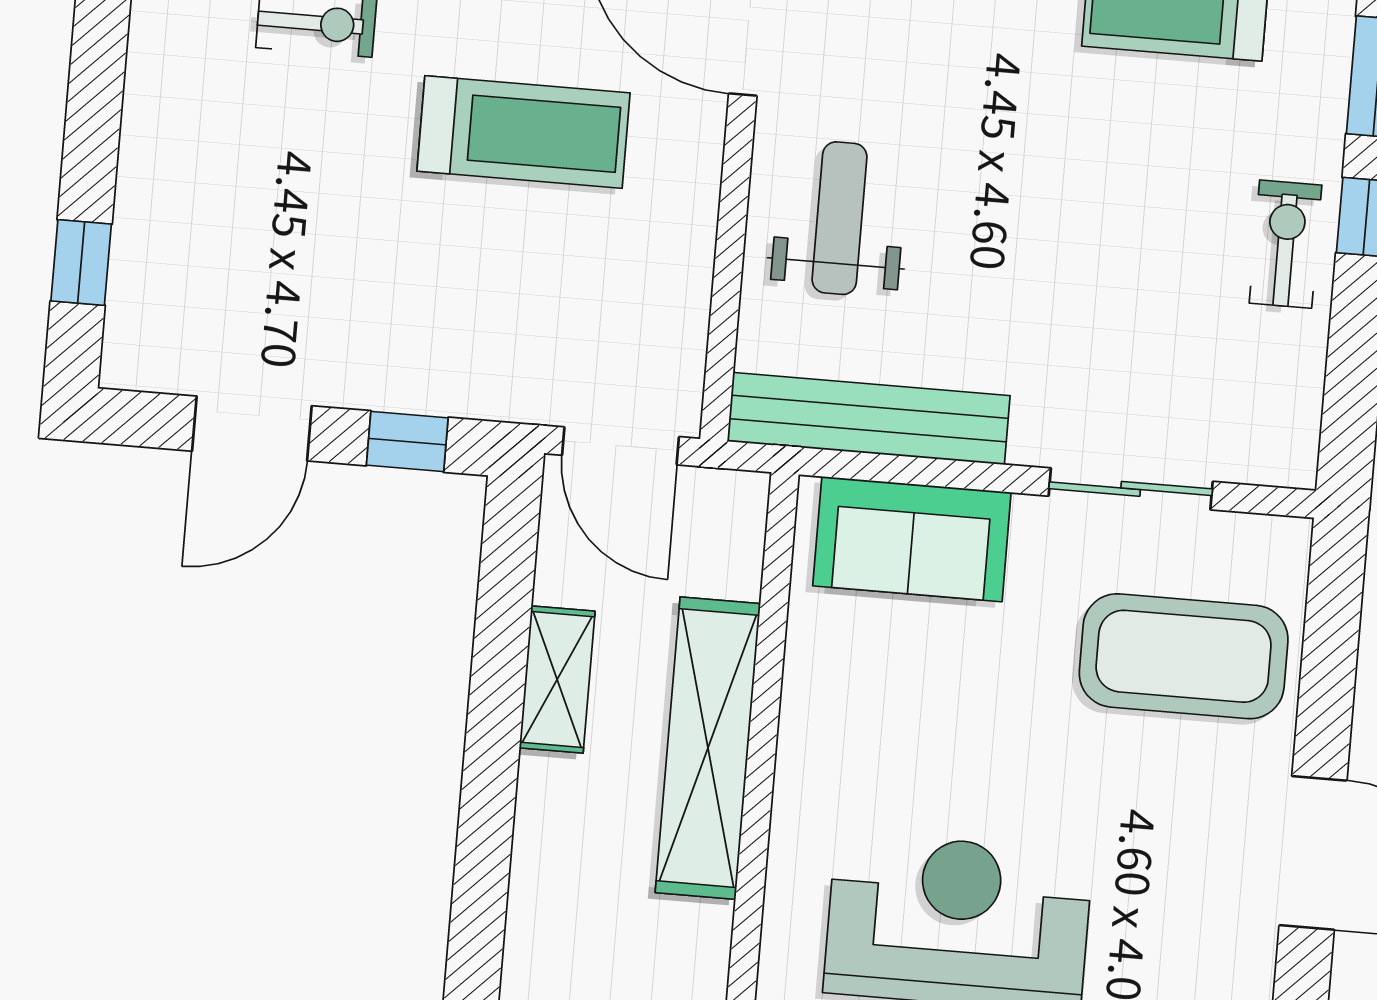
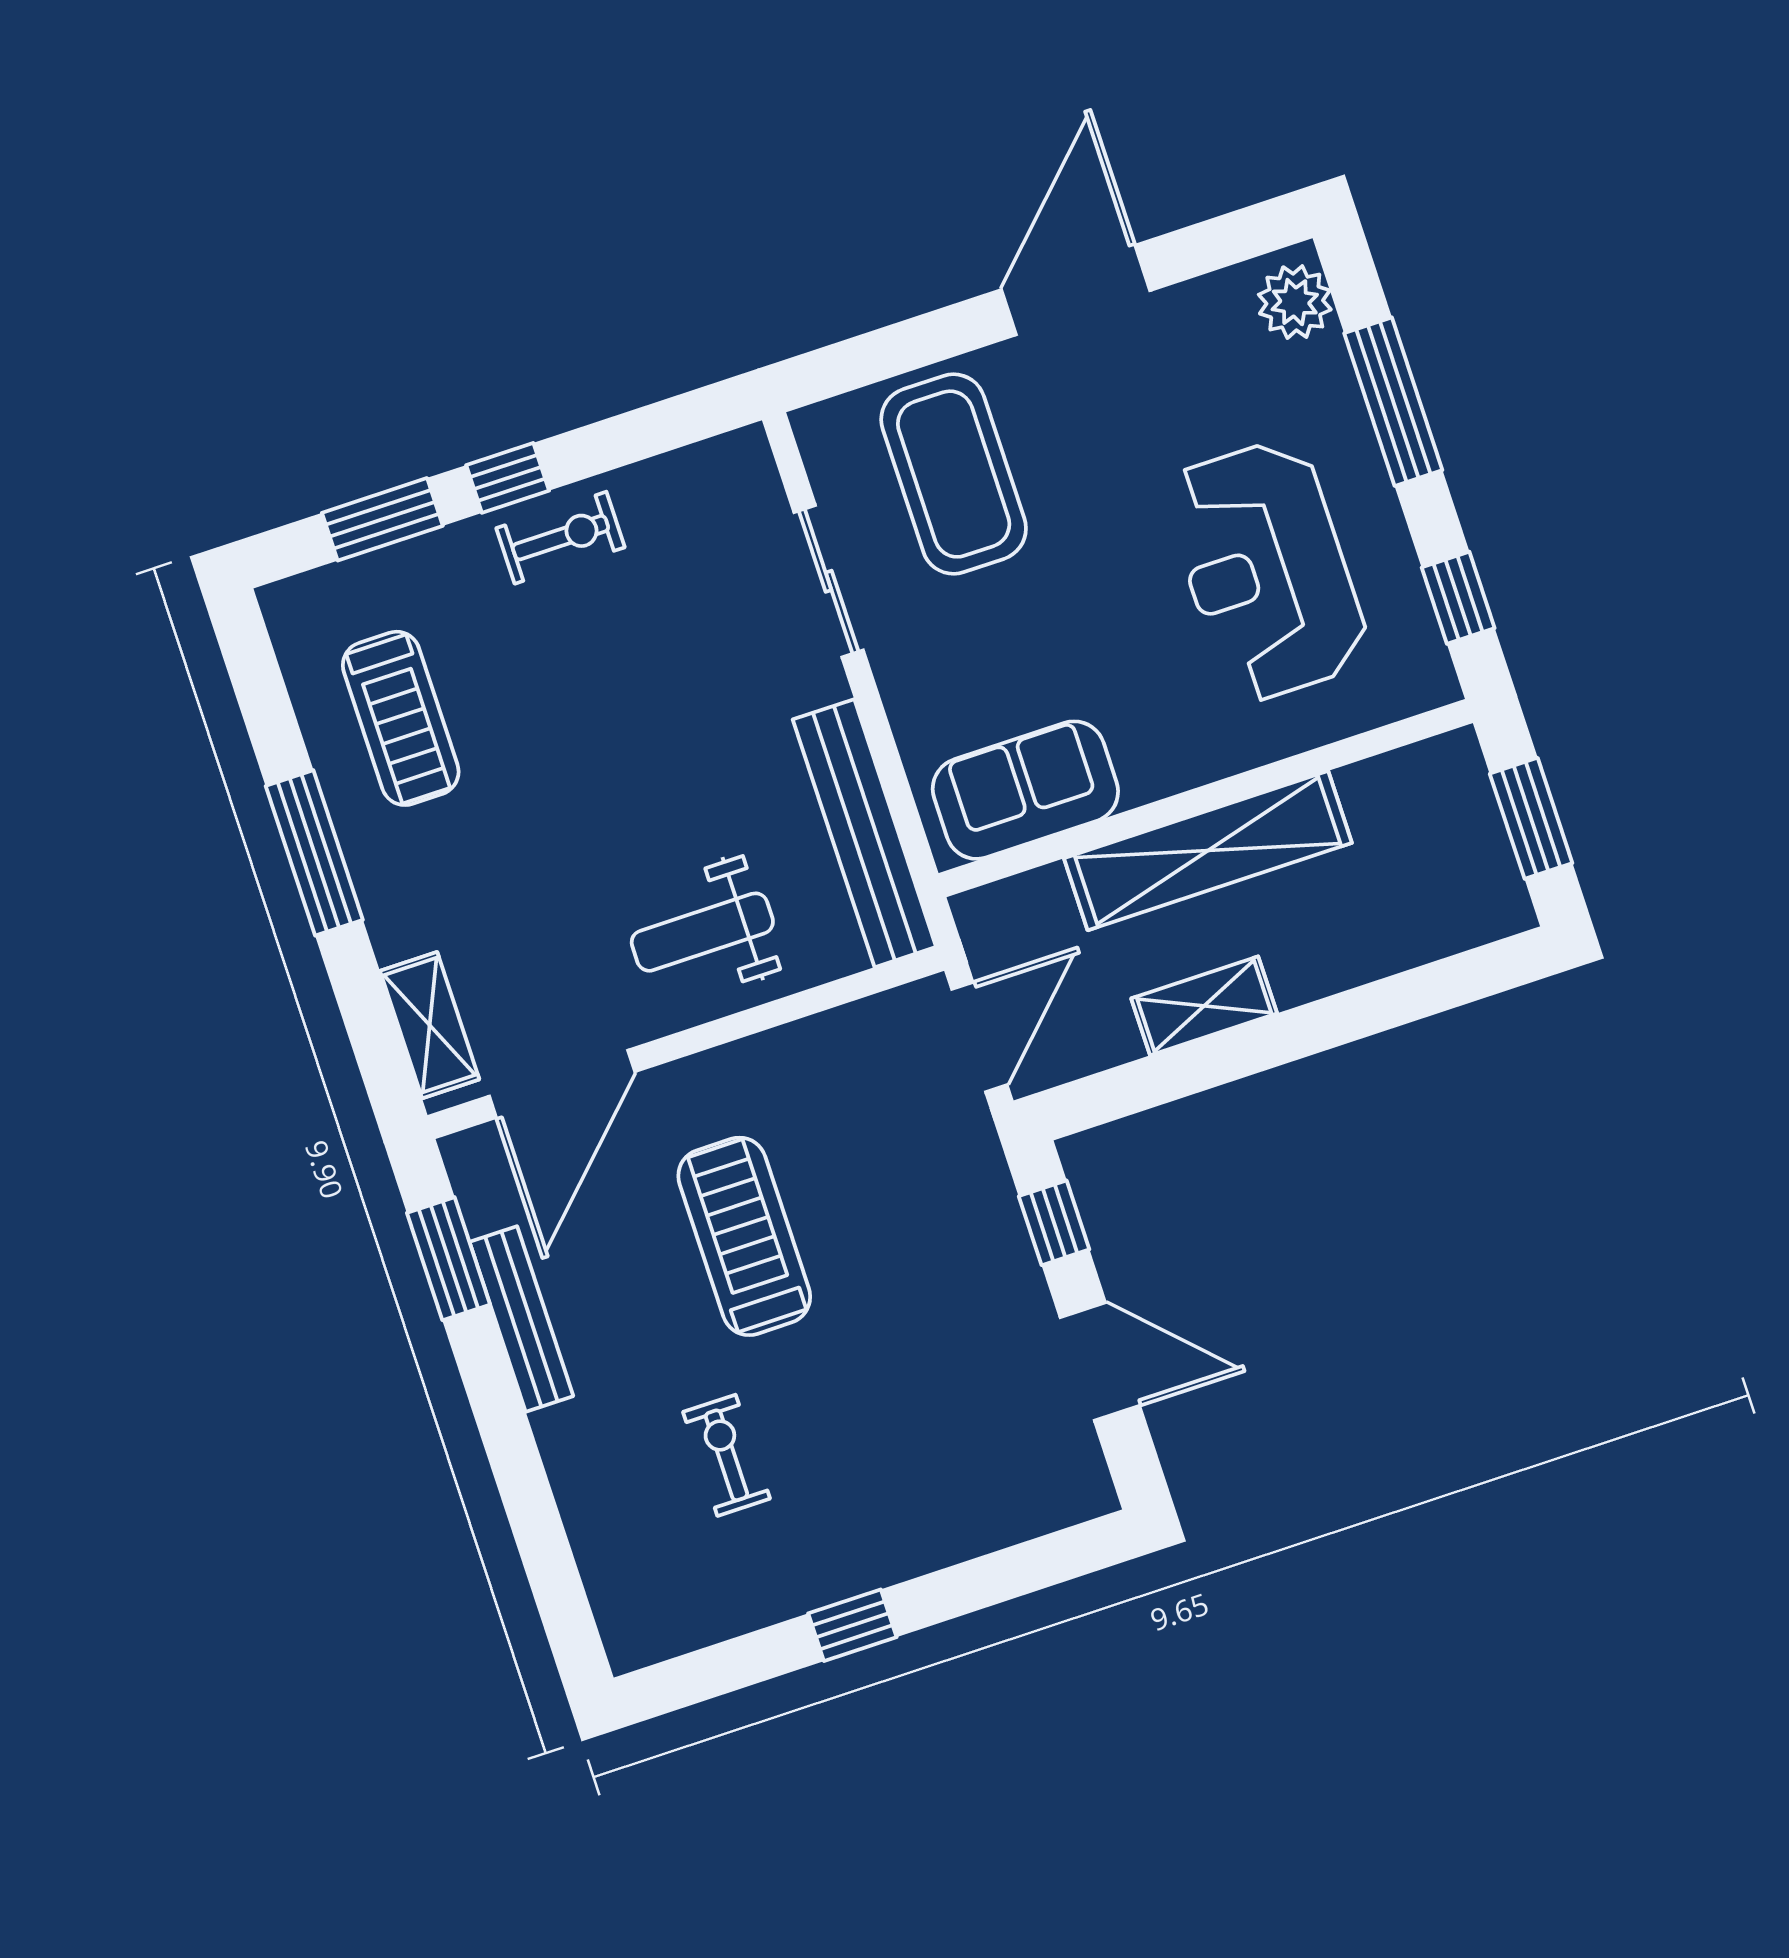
exercise bike: (1286, 244) -> (561, 538), turned 180
window: (81, 263) -> (852, 1625), moved
sofa: (912, 539) -> (1025, 790), moved, turned -90

